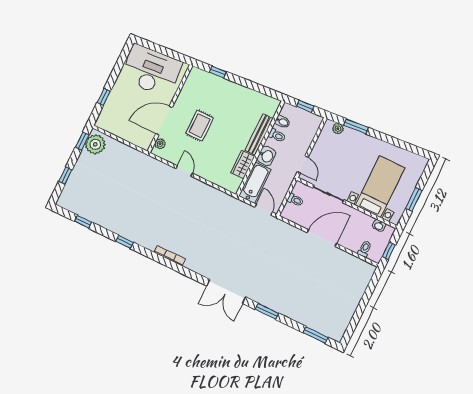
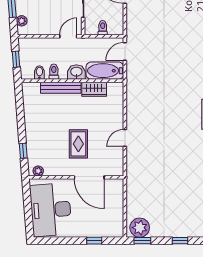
rug: (200, 126) -> (78, 144), turned 90
plant: (160, 144) -> (38, 171), moved

